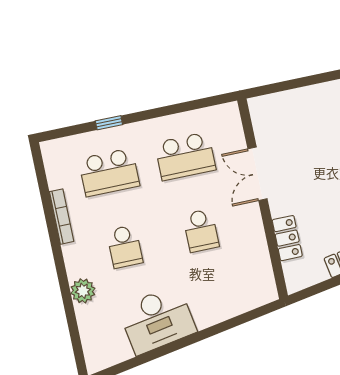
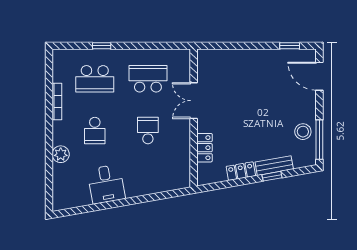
school desk: (185, 156) -> (148, 79), turned 180
school desk: (201, 231) -> (148, 131), turned 180
desk: (157, 320) -> (106, 184), width x0.73

